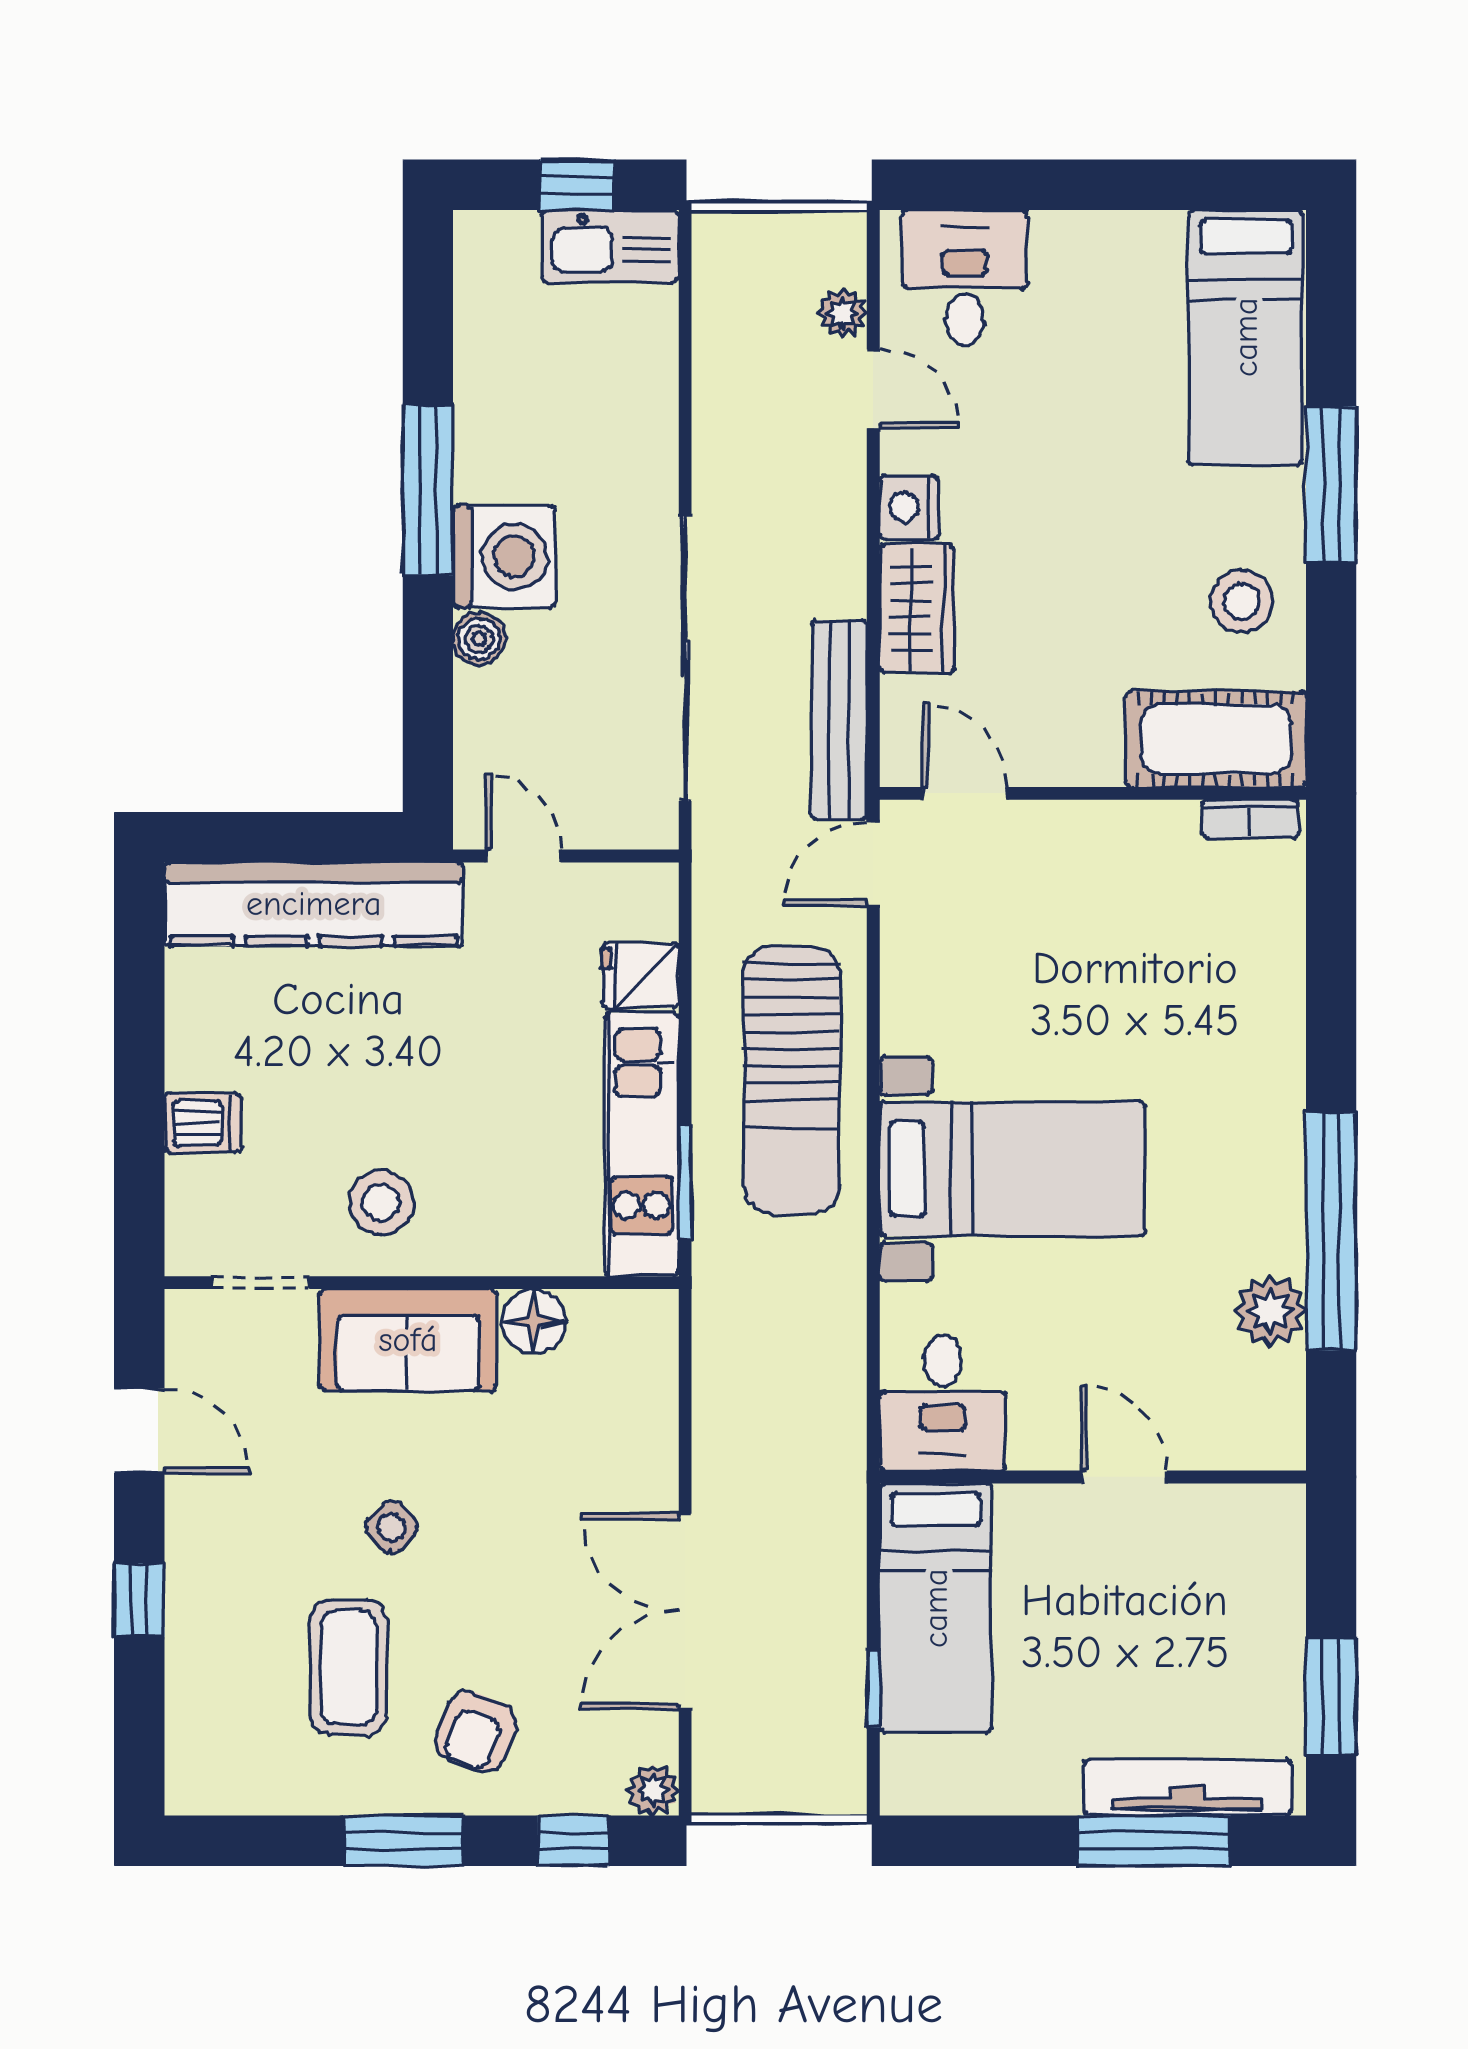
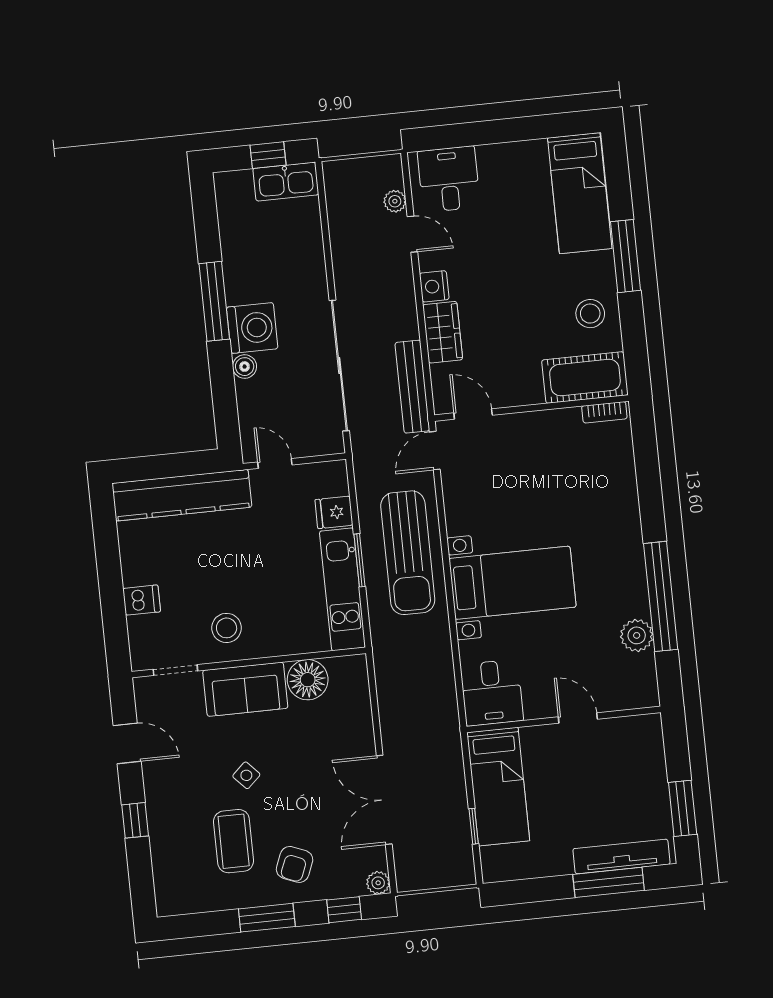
window: (685, 1182) -> (359, 560), moved
floor lamp: (534, 1321) -> (308, 680), width x1.38, depth x1.38

